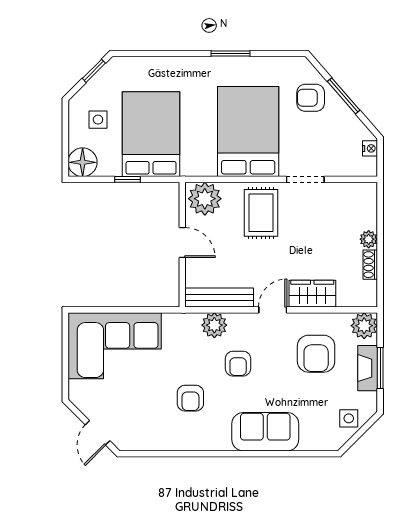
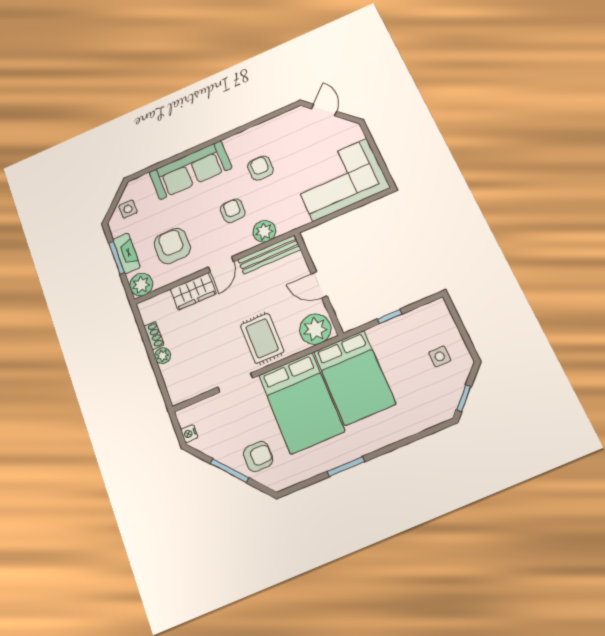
bed: (151, 134) -> (354, 378), moved
floor lamp: (83, 162) -> (436, 314), removed
sofa: (265, 432) -> (190, 170), width x1.36

